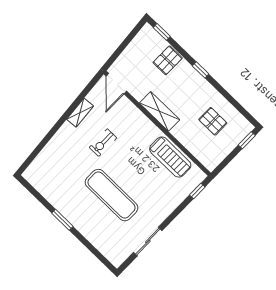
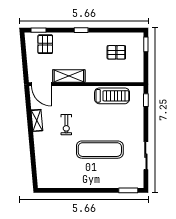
pallet: (168, 60) -> (45, 44), moved
shelving: (160, 111) -> (69, 76), moved
window: (62, 220) -> (128, 190), moved

